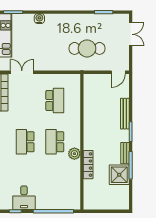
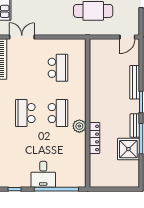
school desk: (55, 142) -> (58, 113), turned 180
desk: (24, 198) -> (43, 174), moved

